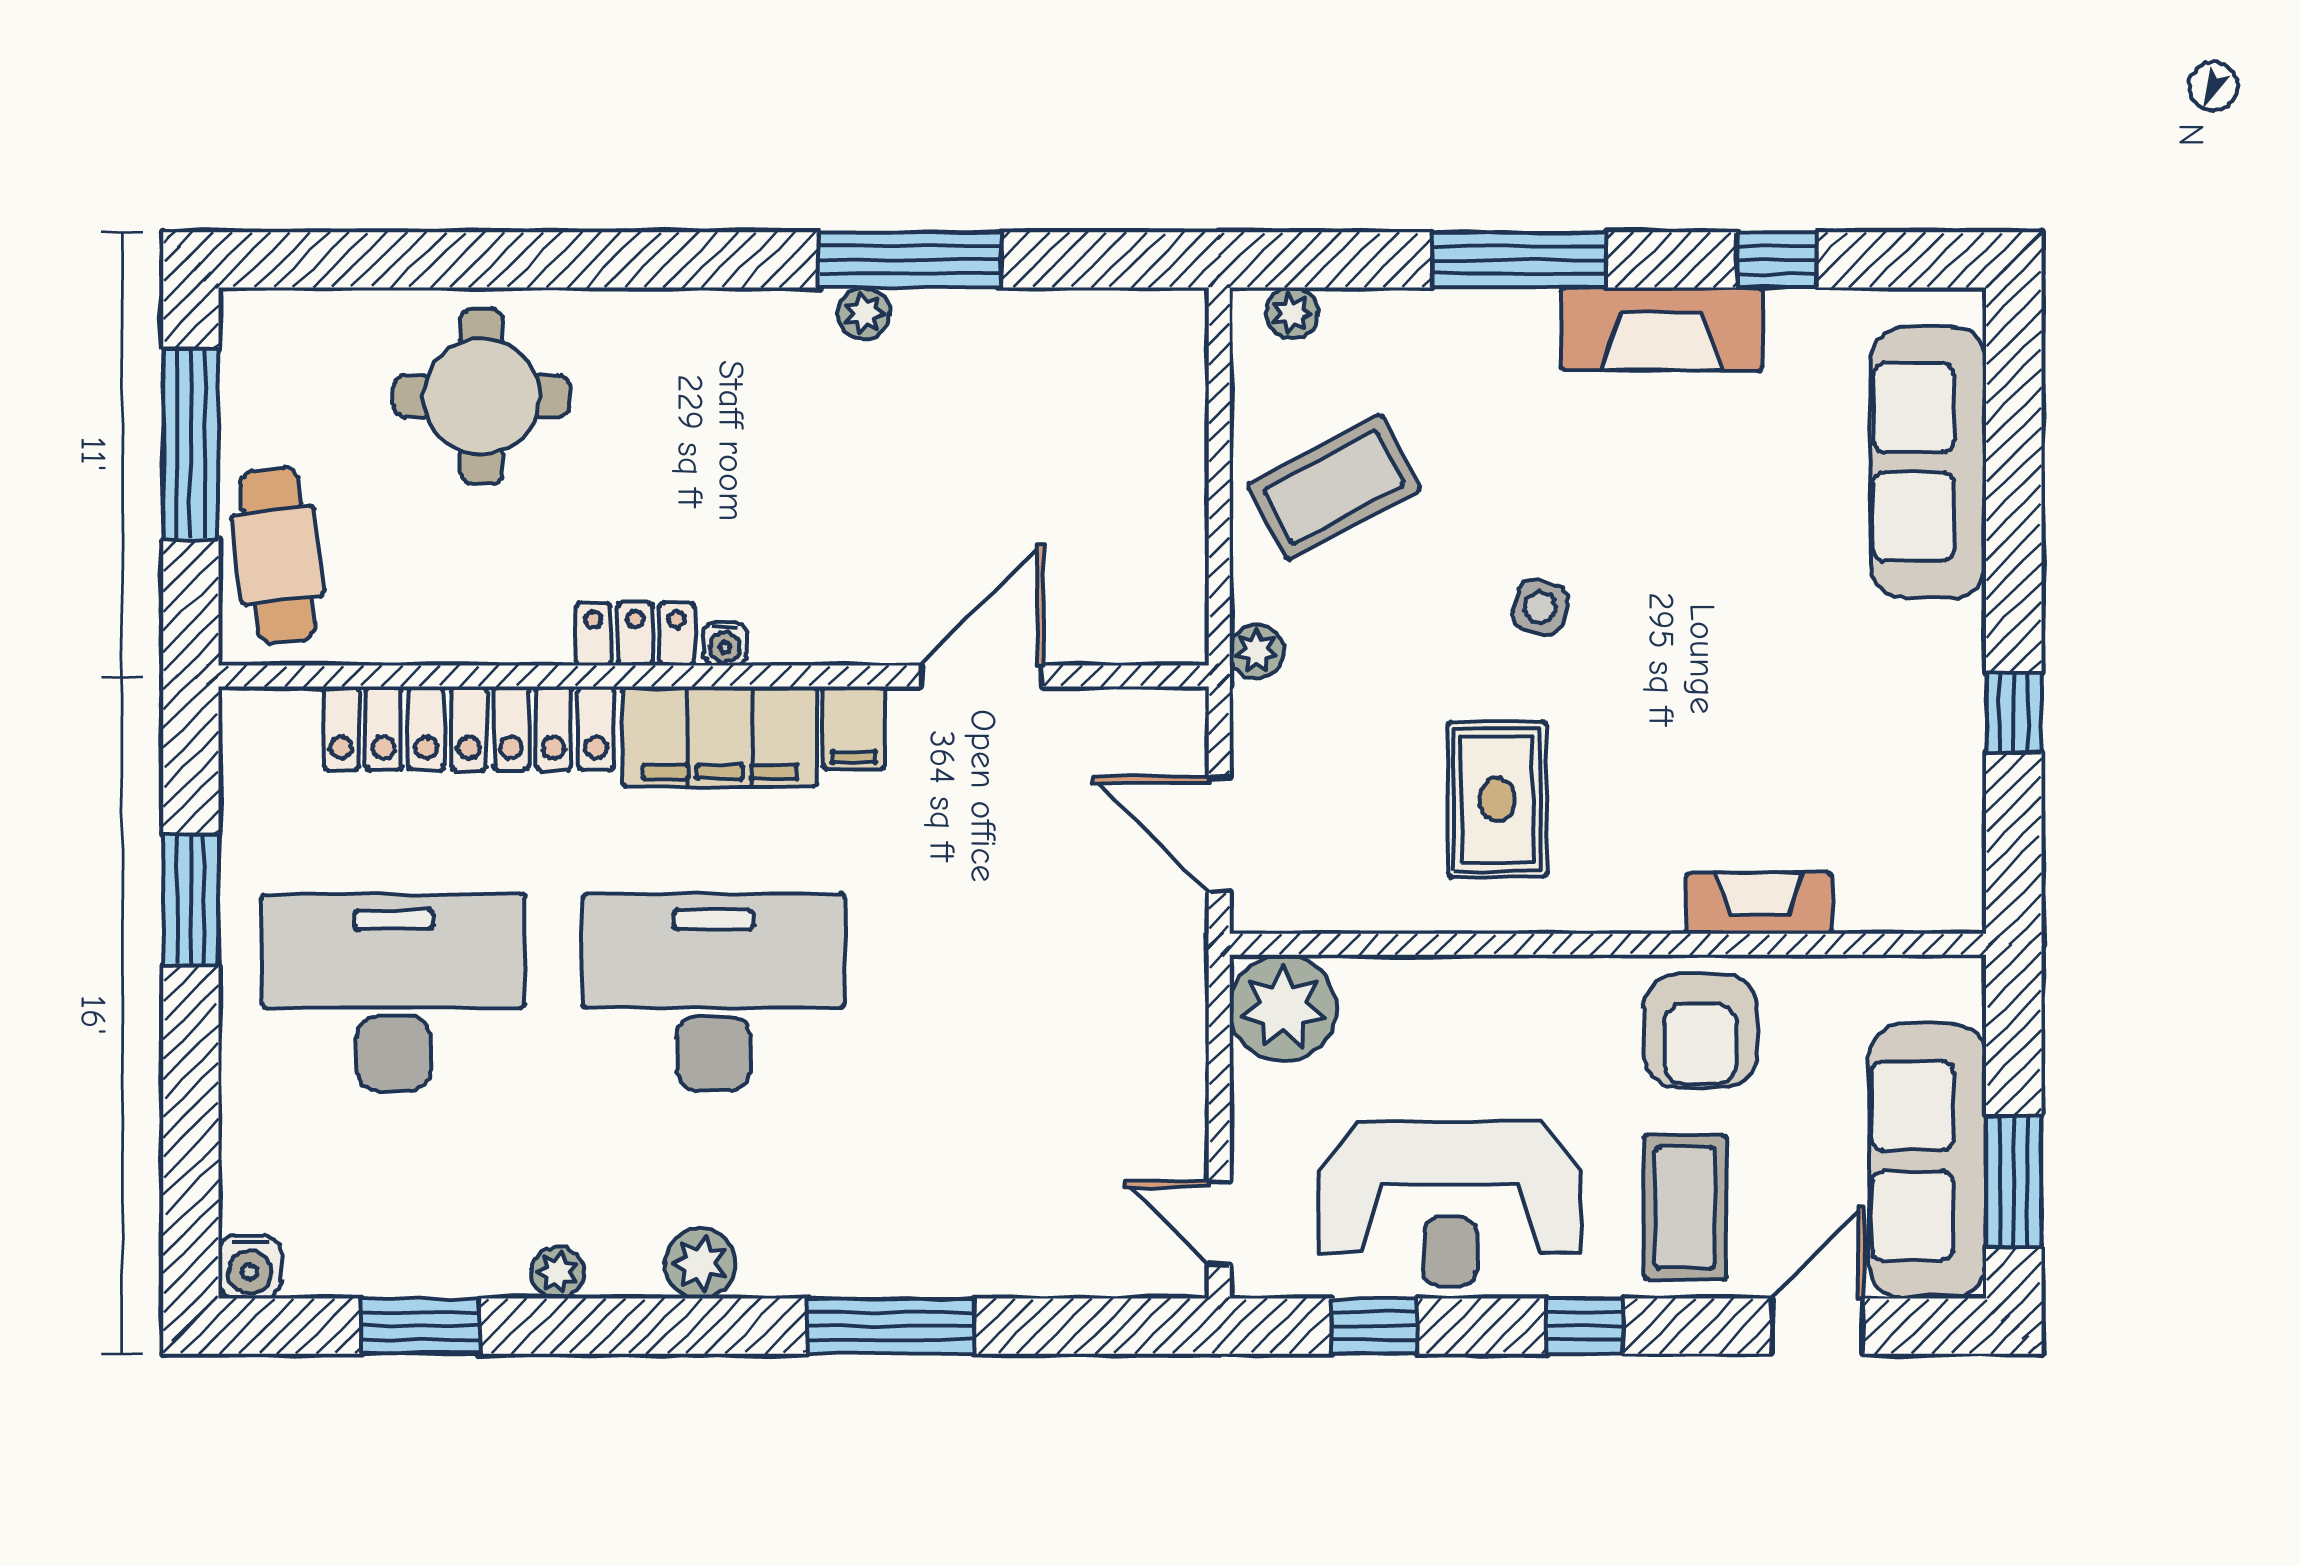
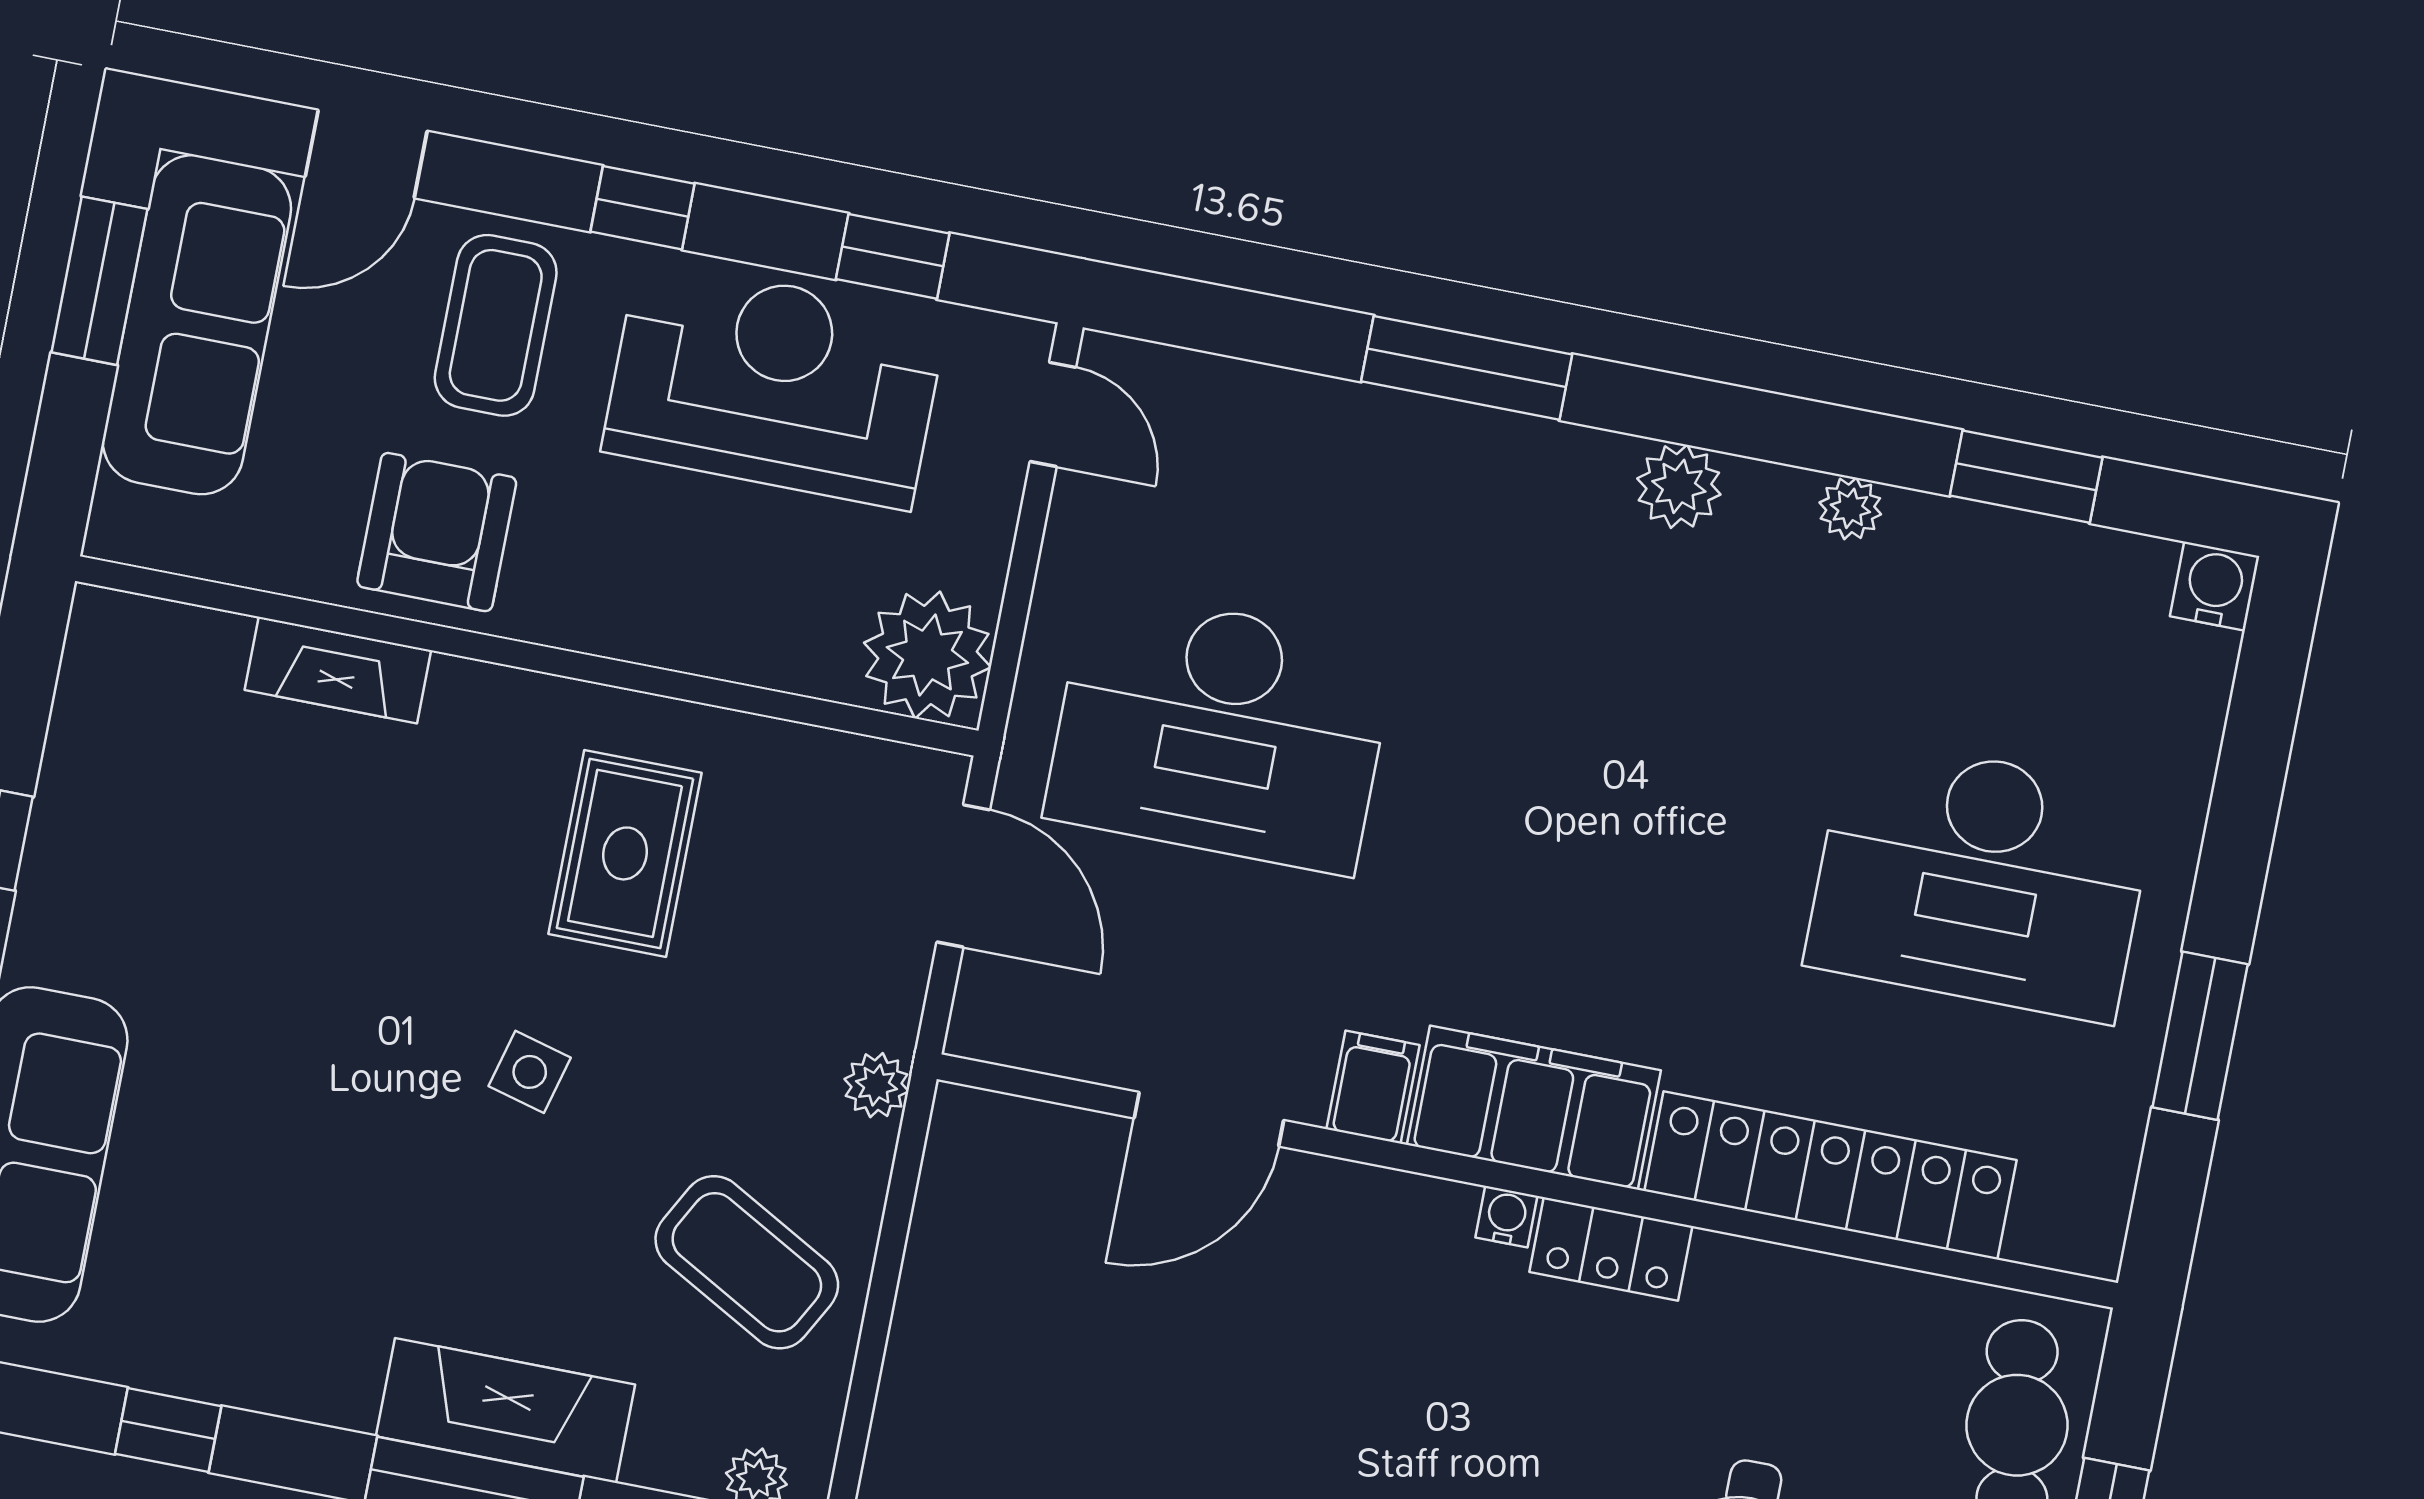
fireplace: (1662, 329) -> (506, 1410), moved
coffee table: (1334, 487) -> (747, 1262), turned 57
desk: (714, 992) -> (1220, 731), moved

